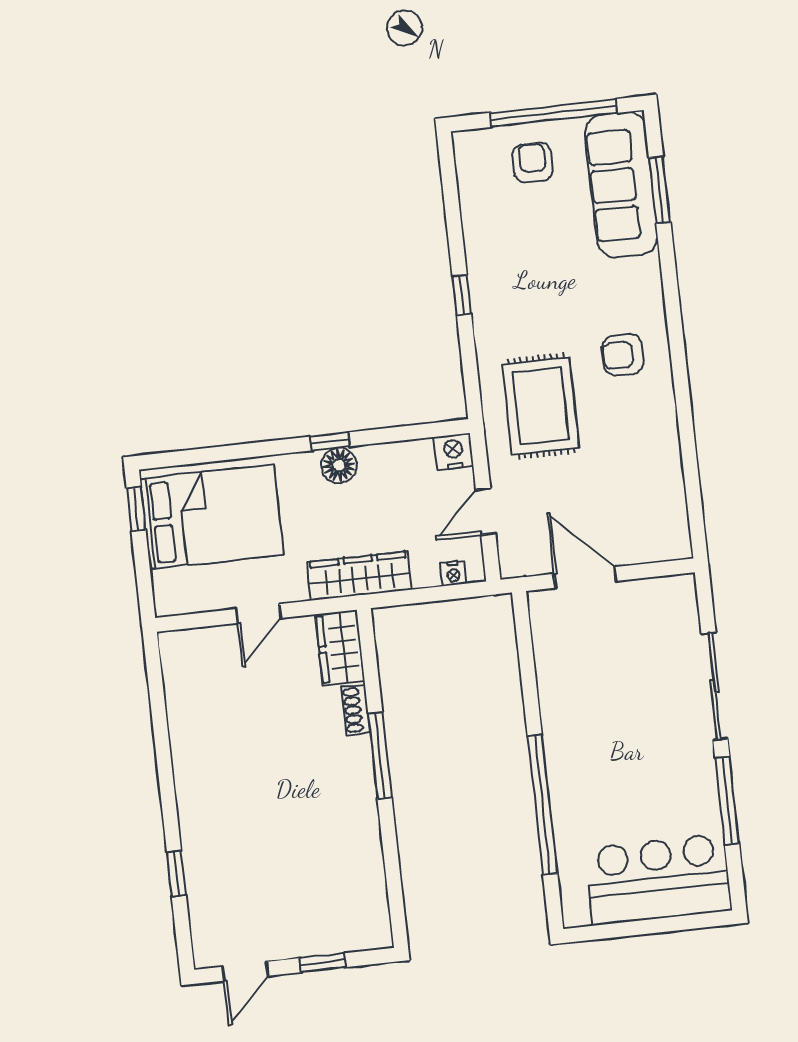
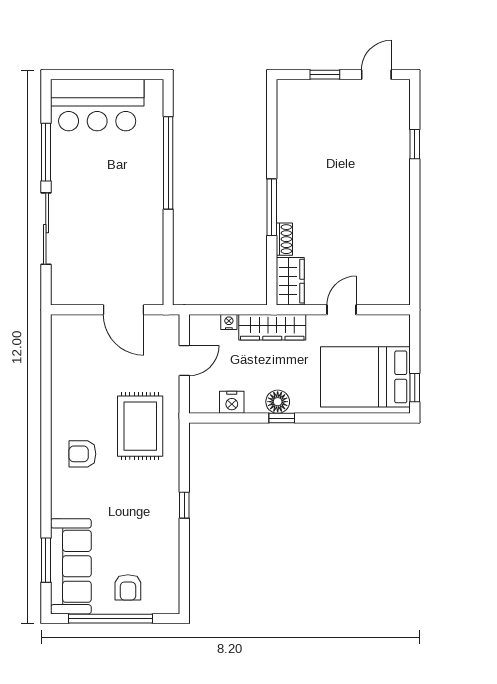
armchair: (623, 355) -> (82, 454), turned 180
nightstand: (453, 452) -> (232, 402), moved
nightstand: (453, 573) -> (229, 322), moved

